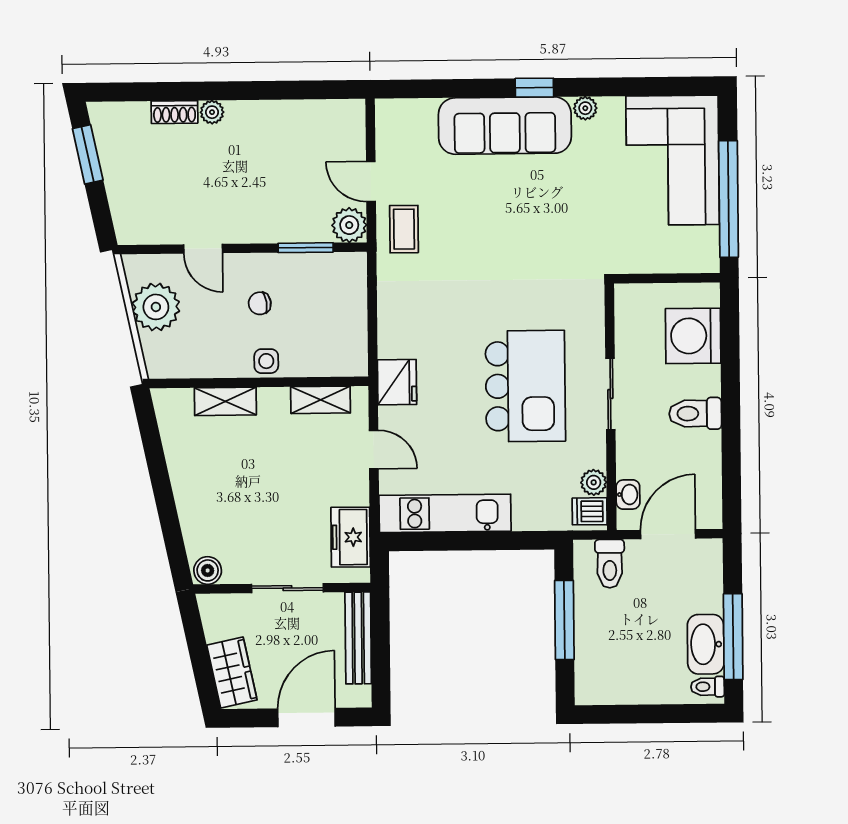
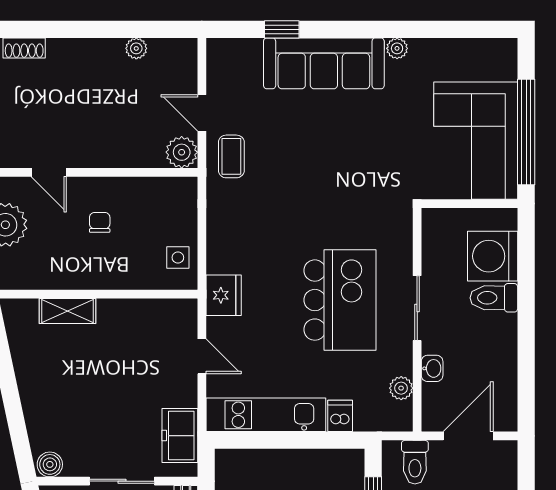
window: (534, 88) -> (282, 29), moved
plant: (212, 112) -> (136, 48), moved
corner sofa: (673, 160) -> (476, 141), moved
window: (306, 248) -> (142, 172), removed
chair: (260, 303) -> (100, 222), turned 99
side table: (266, 361) -> (178, 258), moved
shelving: (321, 400) -> (154, 311), removed
toilet: (695, 414) -> (494, 298), moved
washbasin: (628, 495) -> (432, 368), moved
dishwasher: (590, 511) -> (340, 416), moved, turned 90

